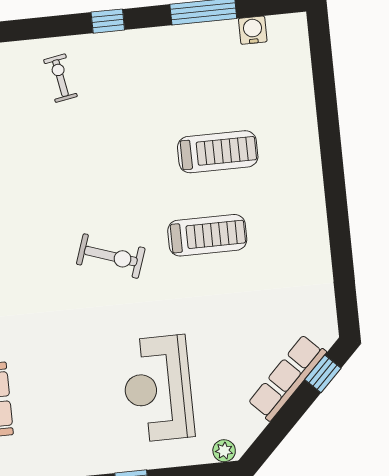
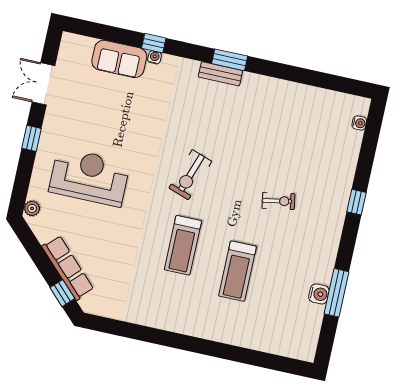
window: (108, 21) -> (357, 202), moved
water cooler: (253, 30) -> (319, 294), moved
exercise bike: (60, 78) -> (278, 201), moved

